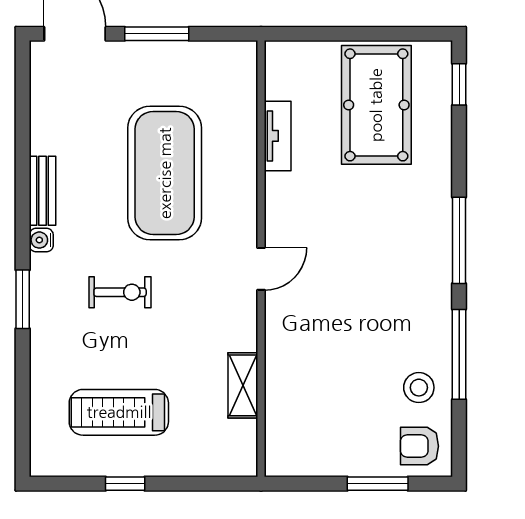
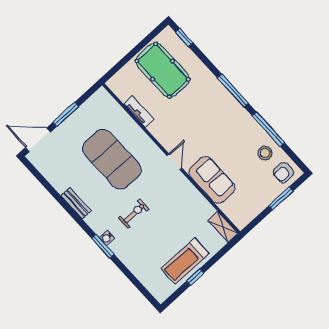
water cooler: (41, 240) -> (107, 238), moved
sofa: (294, 353) -> (212, 180), added
shelving: (243, 385) -> (223, 227), moved
treadmill: (119, 412) -> (185, 261), moved

